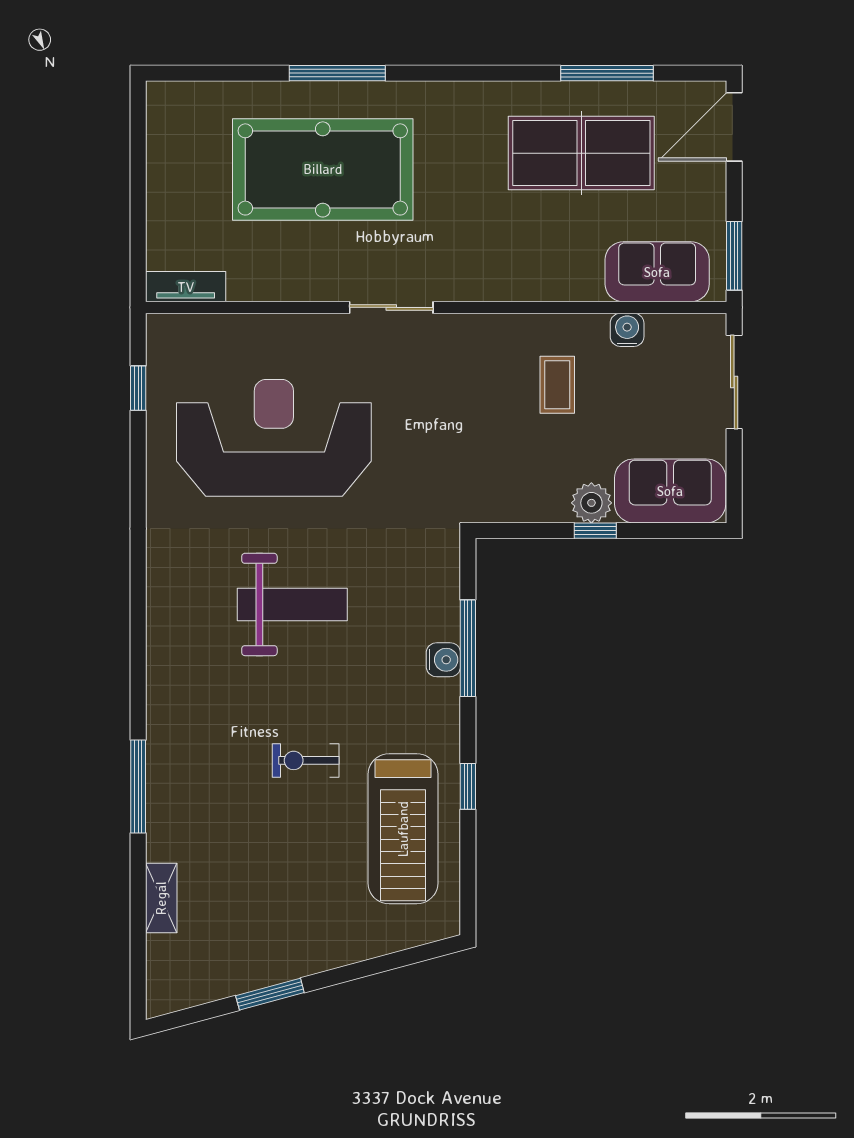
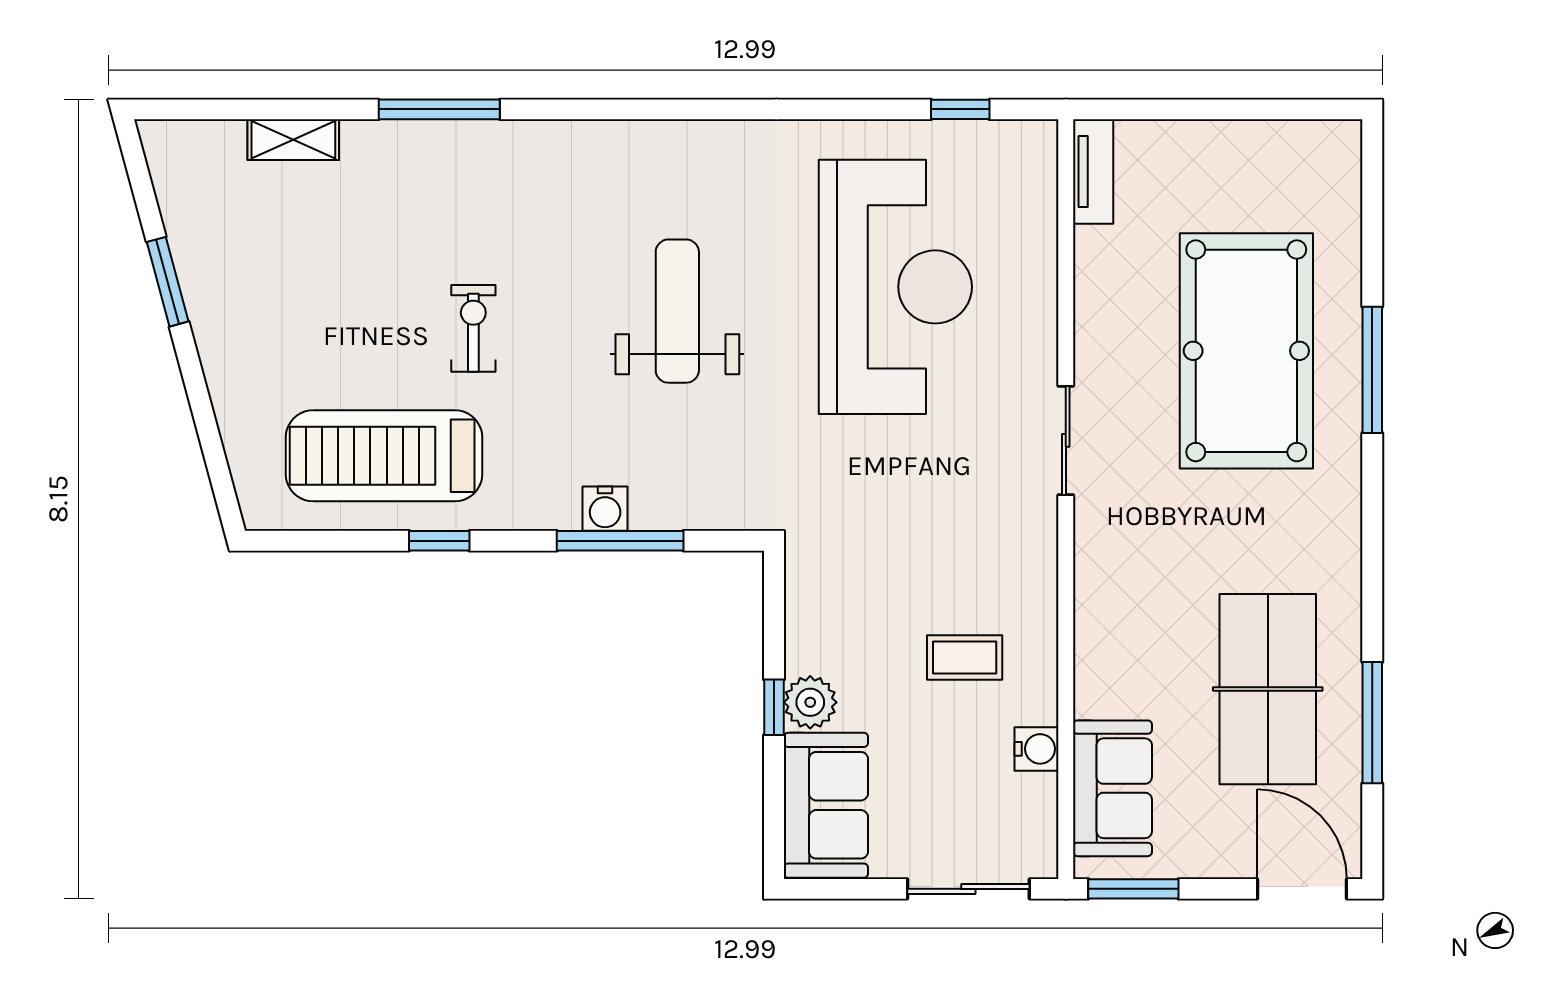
weight bench: (292, 604) -> (677, 311), turned 180

